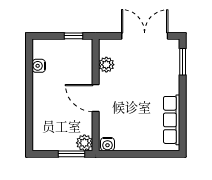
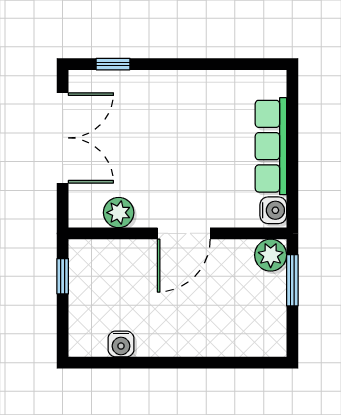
double door: (145, 36) -> (63, 138), swing flipped
window: (183, 62) -> (113, 64), width x0.67
row of seats: (172, 120) -> (271, 146), moved, turned 90

